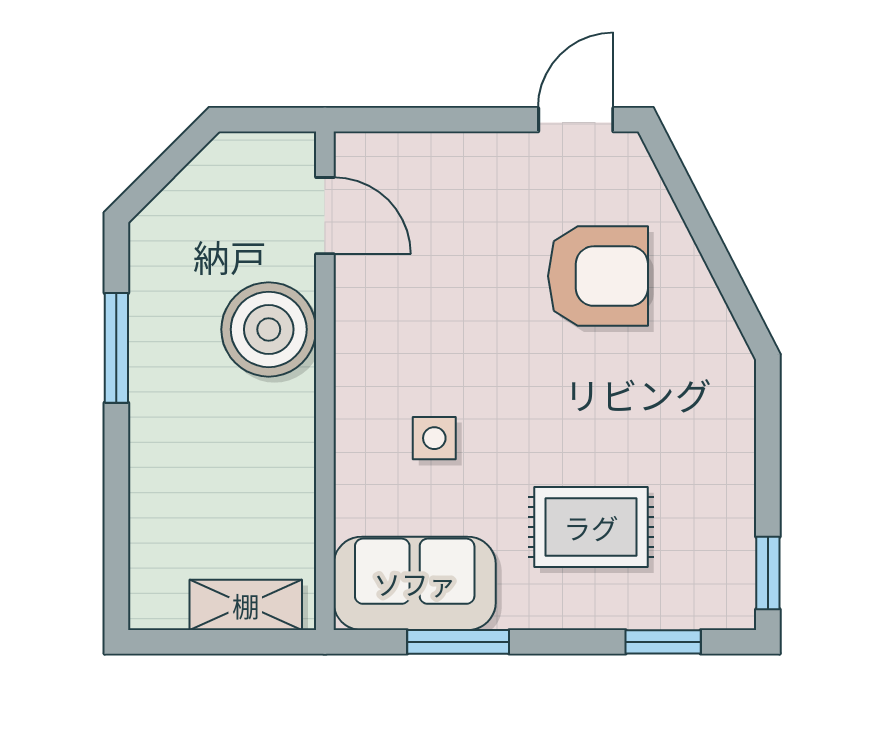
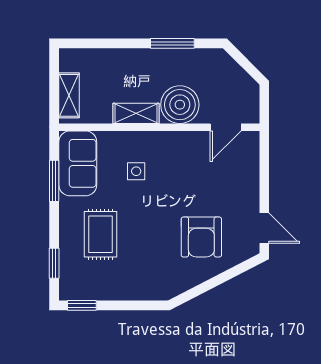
shelving: (290, 439) -> (136, 113), added

